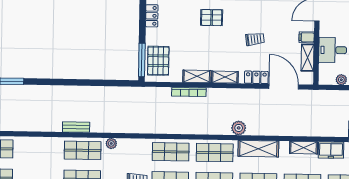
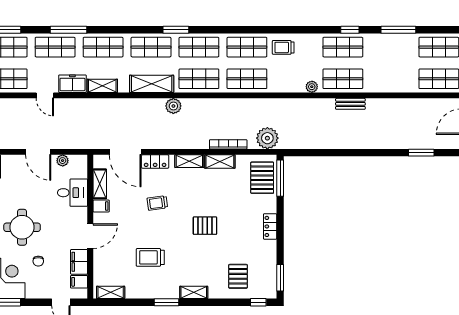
plant: (153, 97) -> (267, 138), added

